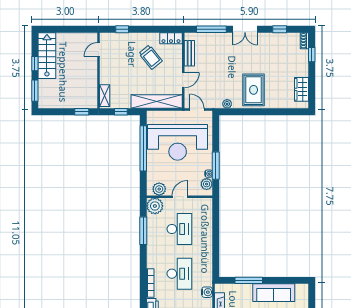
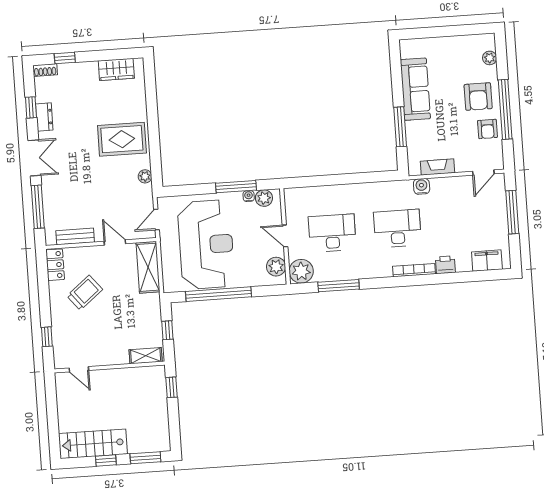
dresser: (272, 38) -> (44, 117), added
shelving: (157, 101) -> (148, 267), width x0.68

